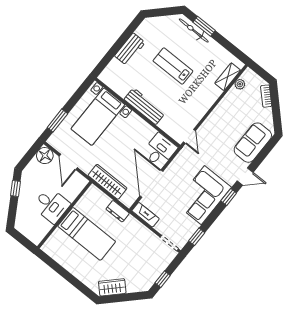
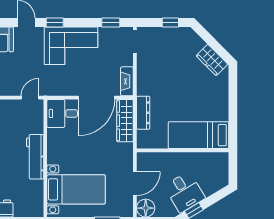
wardrobe: (107, 182) -> (125, 121), moved
desk: (51, 205) -> (185, 192), moved, turned 149
dresser: (118, 211) -> (143, 113), width x1.44
bed: (87, 234) -> (198, 135), moved, turned -90

